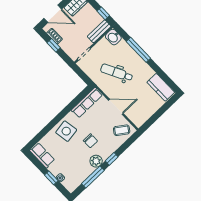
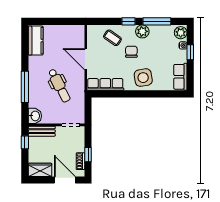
coffee table: (122, 130) -> (112, 38), moved
plant: (70, 185) -> (181, 33), added

